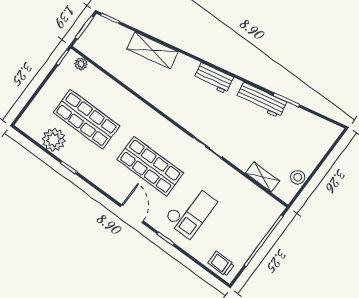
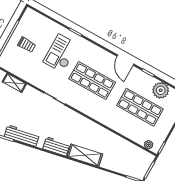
shelving: (153, 50) -> (85, 155), moved
door: (132, 214) -> (125, 60), moved
trolley: (221, 264) -> (27, 45), moved

